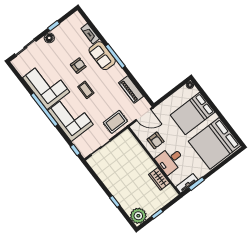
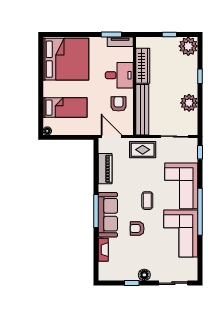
sofa: (102, 56) -> (108, 215), width x1.36
bed: (193, 113) -> (65, 108), width x0.67
bench: (137, 149) -> (142, 110), added
plant: (108, 178) -> (189, 103), added
wardrobe: (159, 179) -> (143, 66), width x1.50

